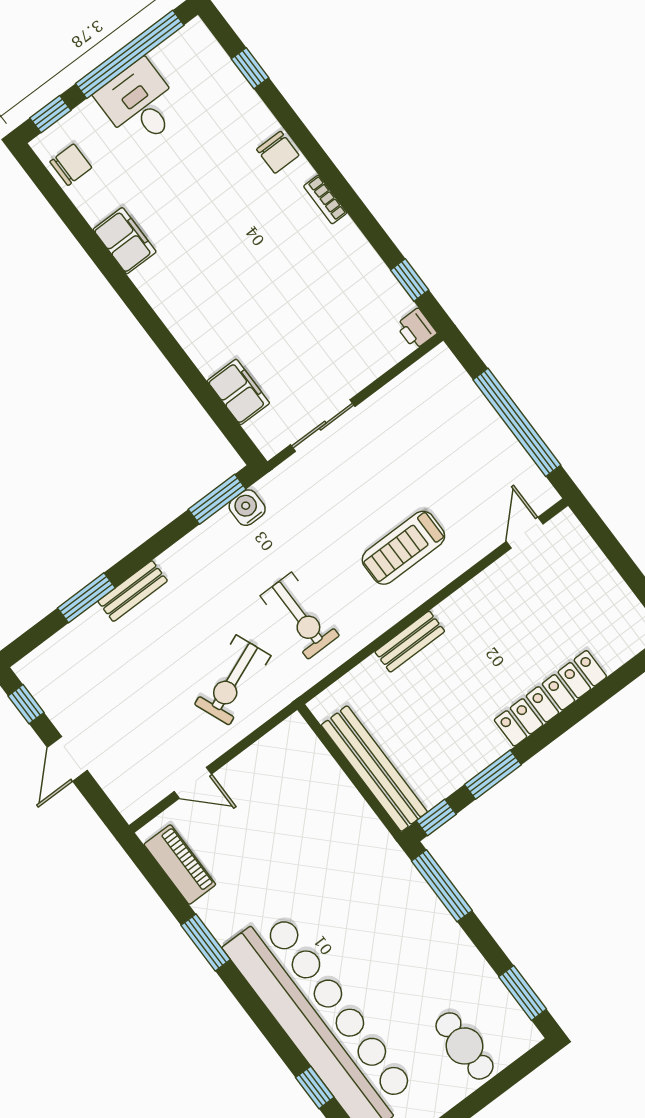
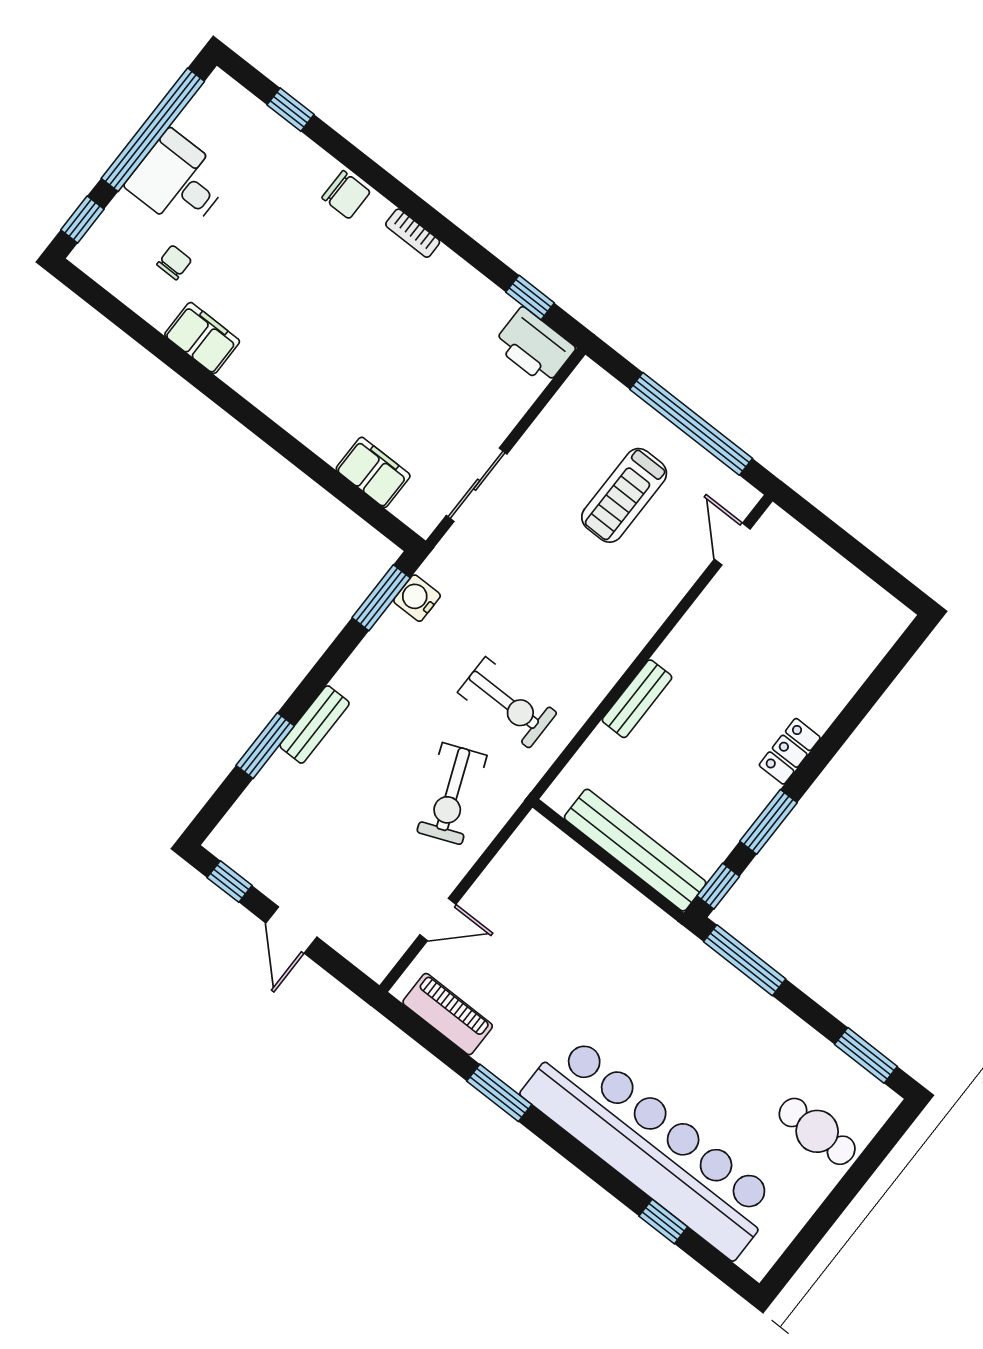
chair: (71, 165) -> (174, 262), moved, width x0.73, depth x0.73
printer: (416, 329) -> (534, 346), width x1.87, depth x1.48
treadmill: (403, 548) -> (624, 495), moved
locker: (550, 698) -> (790, 751), width x0.46, depth x0.83

